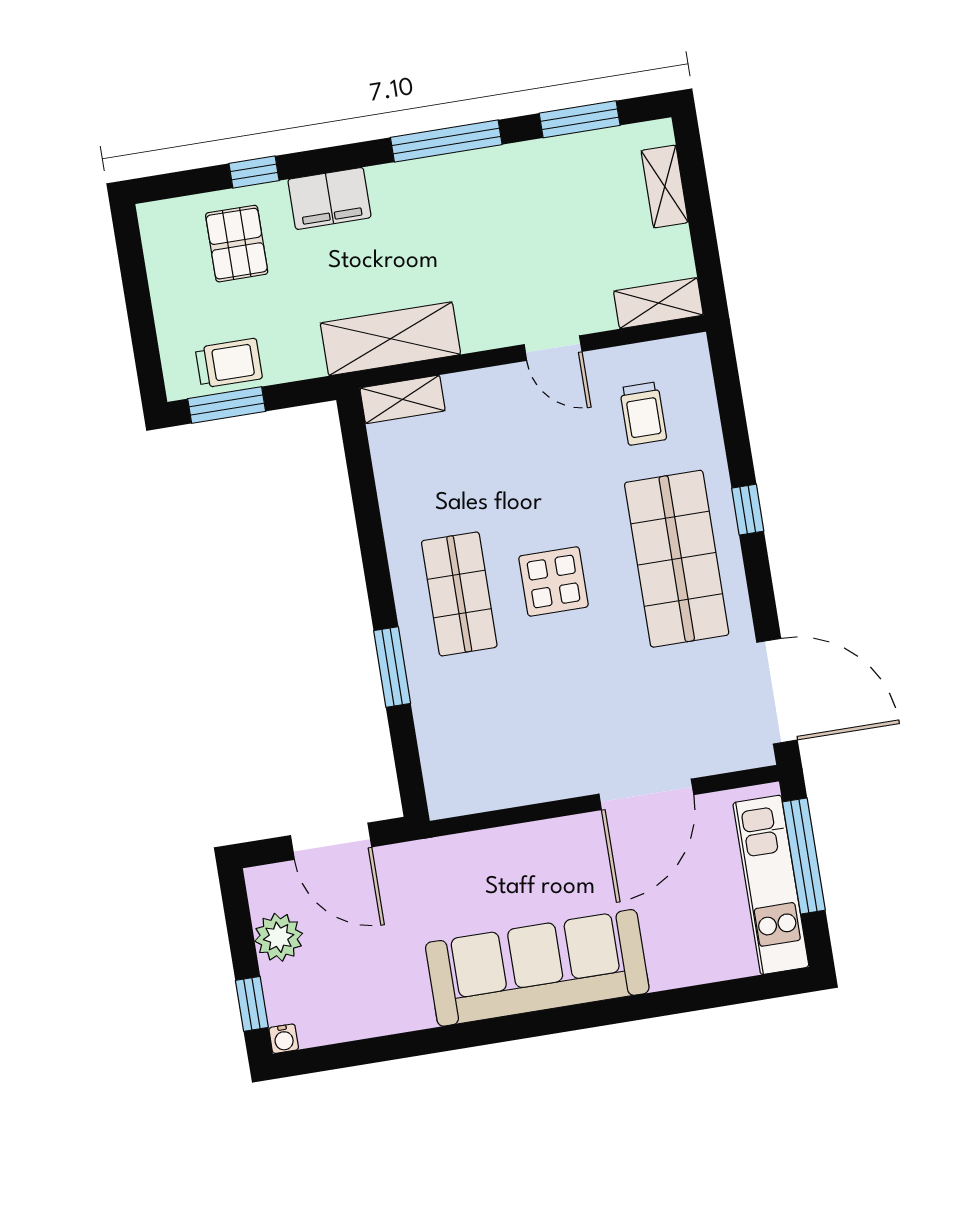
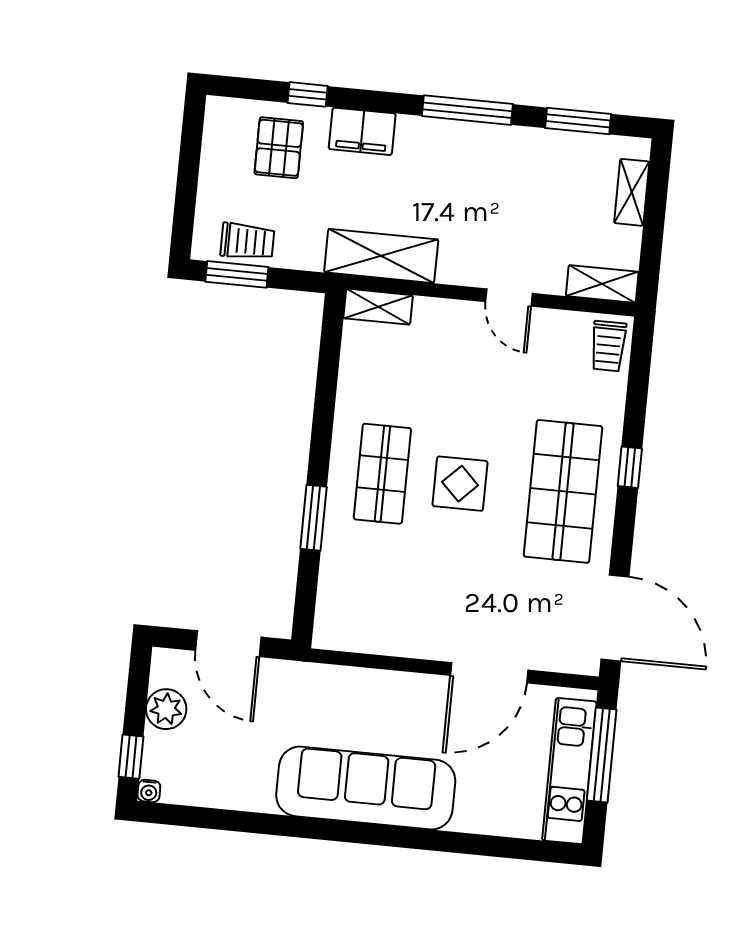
trolley: (643, 414) -> (608, 346), moved

